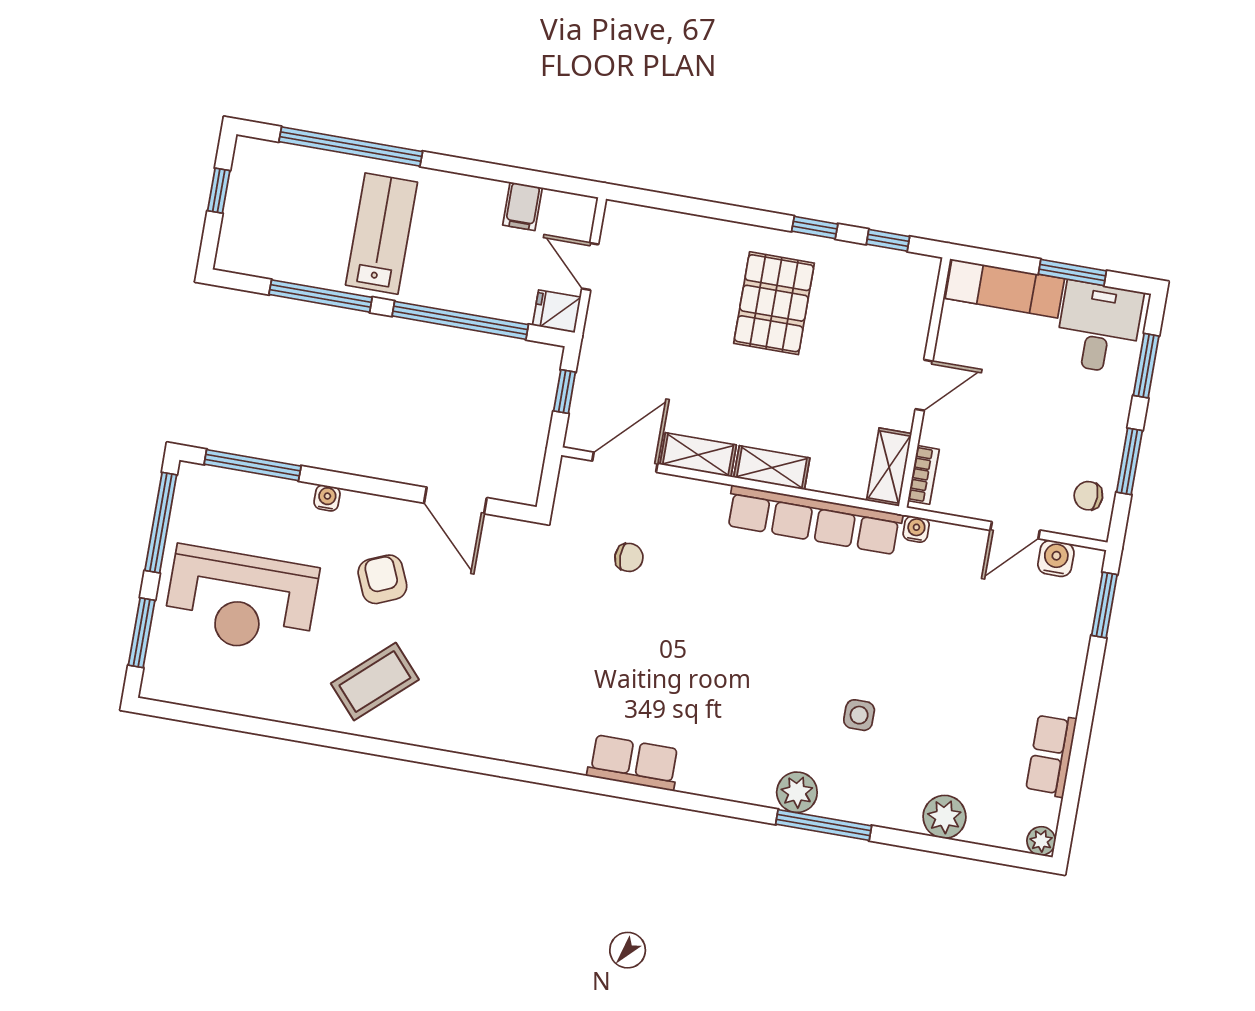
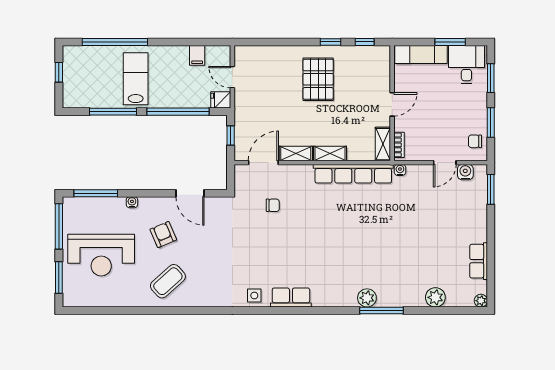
side table: (859, 715) -> (254, 296), moved

